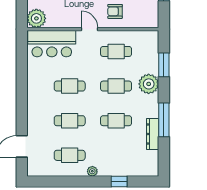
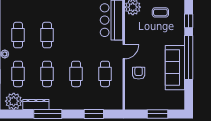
plant: (149, 84) -> (14, 101), moved
cafe table: (70, 86) -> (18, 74), moved

